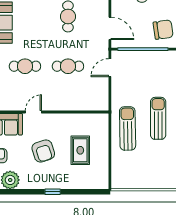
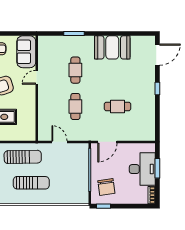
door: (110, 68) -> (59, 142), moved
door: (33, 112) -> (37, 77), swing flipped

